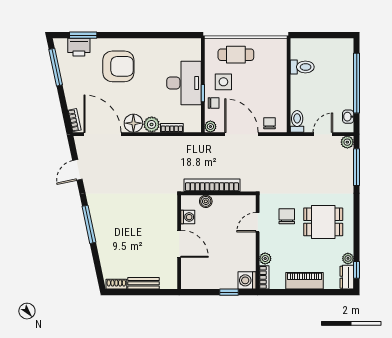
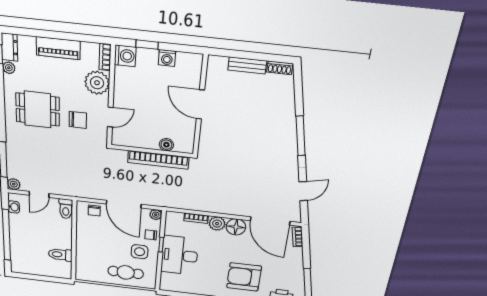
chair: (287, 216) -> (78, 120), turned -90
washing machine: (188, 217) -> (167, 58), moved, turned -90
plant: (265, 259) -> (97, 83), width x1.87, depth x1.87

